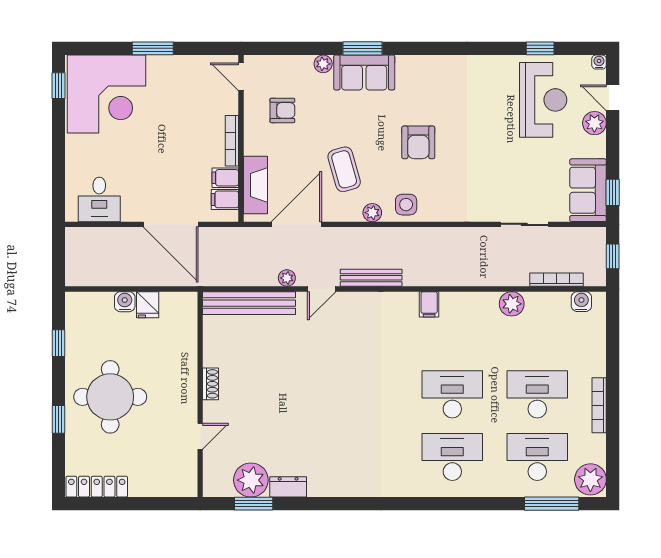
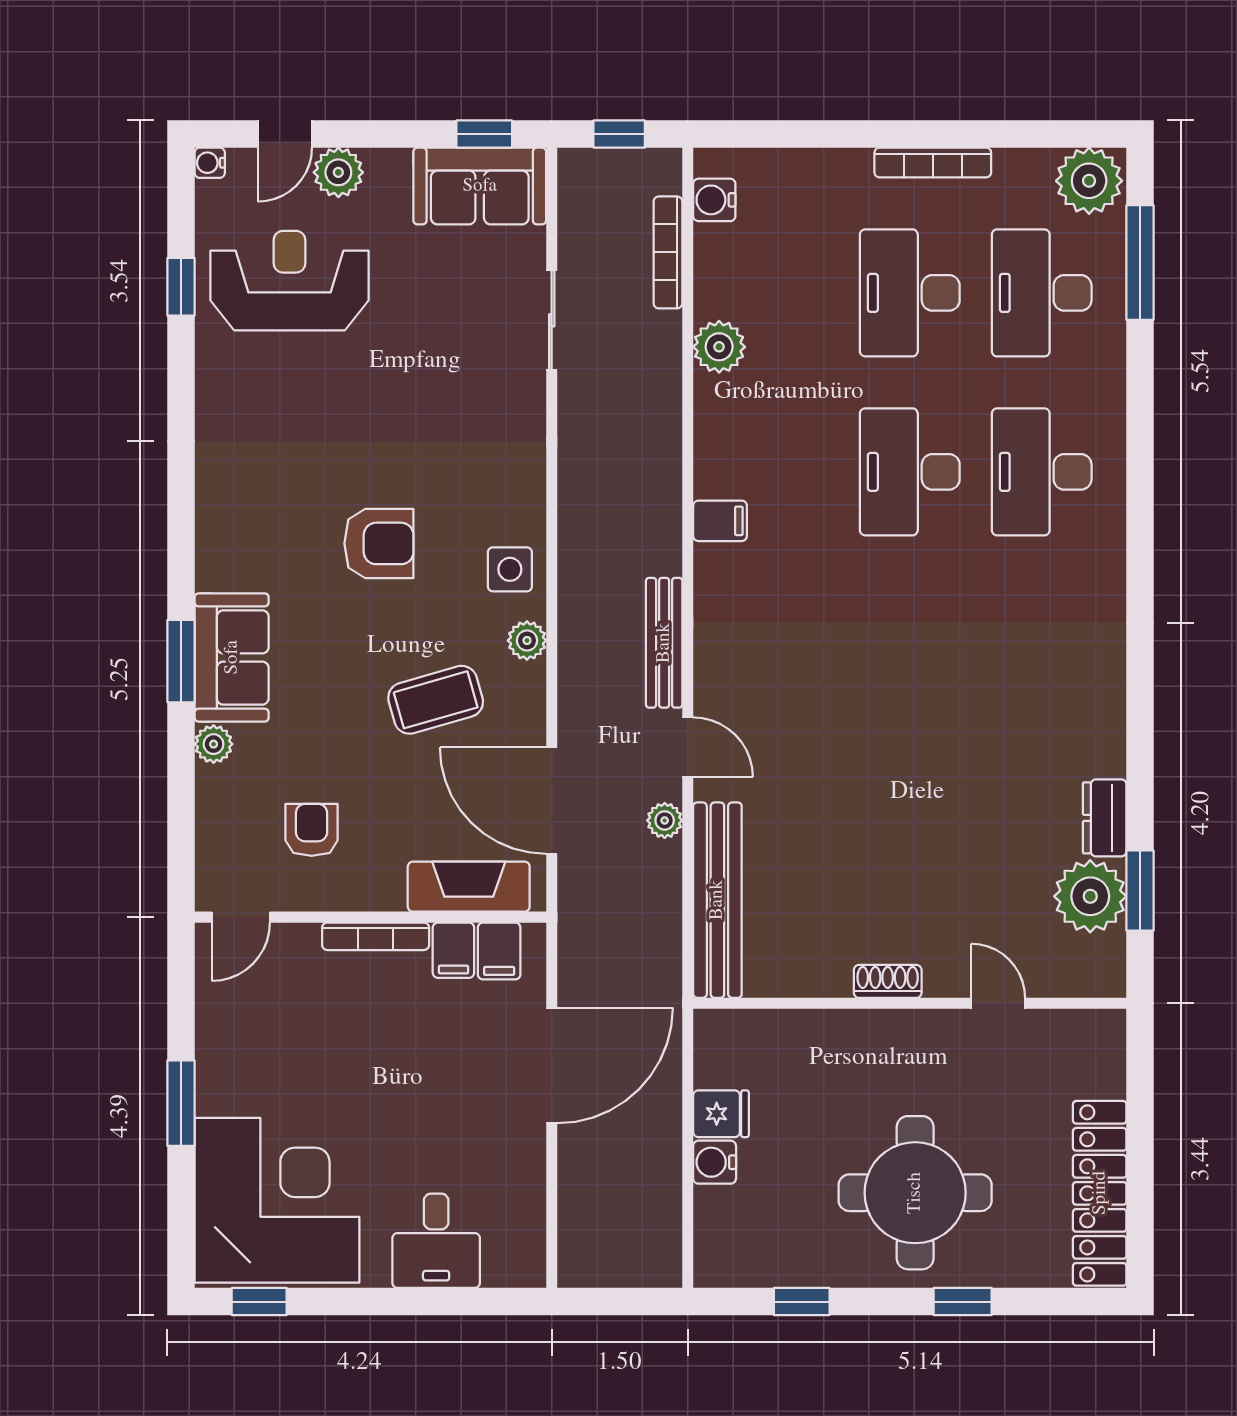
desk: (99, 199) -> (436, 1241), moved, turned 90
locker: (97, 487) -> (1100, 1193), width x1.41, depth x1.21

